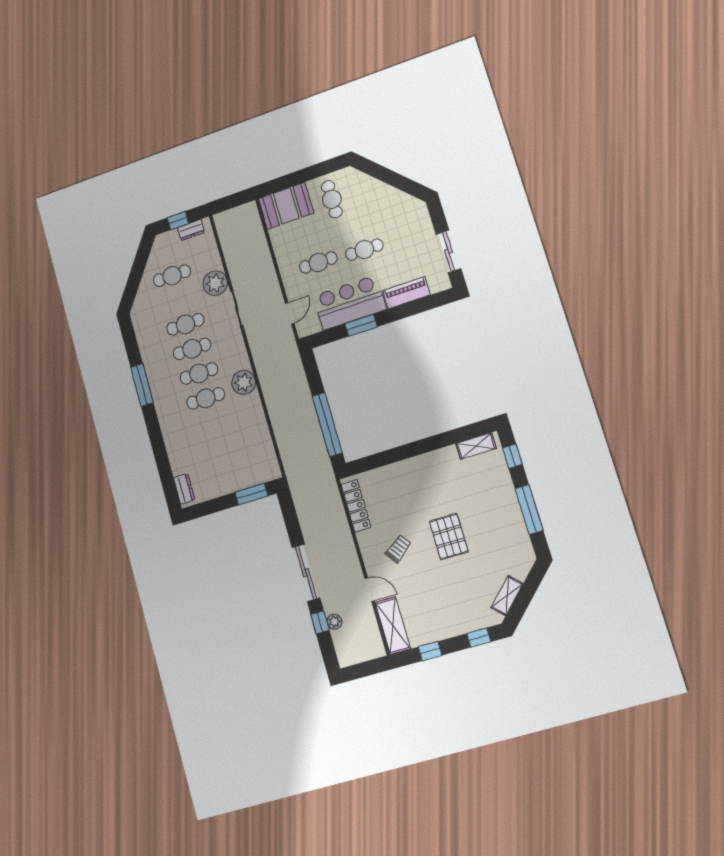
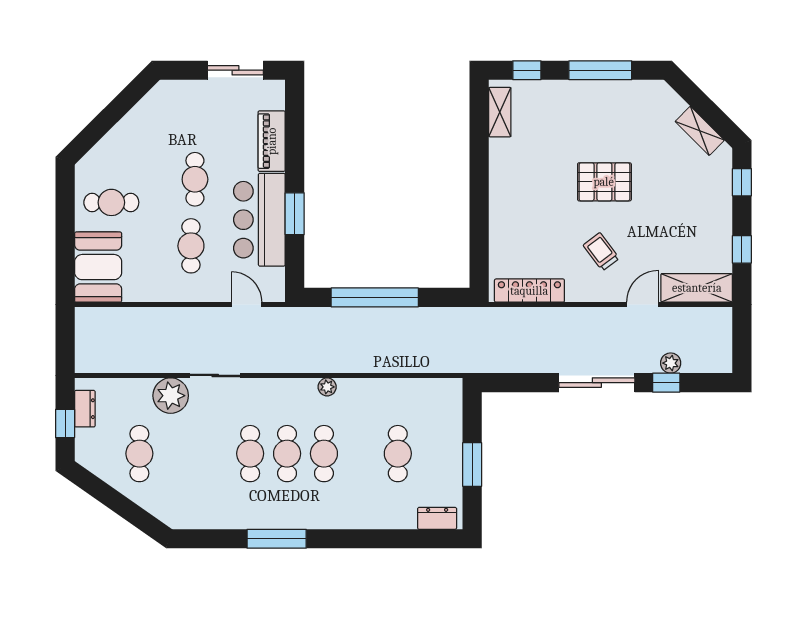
cafe table: (185, 324) -> (398, 454), moved
plant: (244, 382) -> (327, 387), width x0.53, depth x0.53
window: (327, 425) -> (375, 297), moved
window: (251, 494) -> (472, 464), moved

